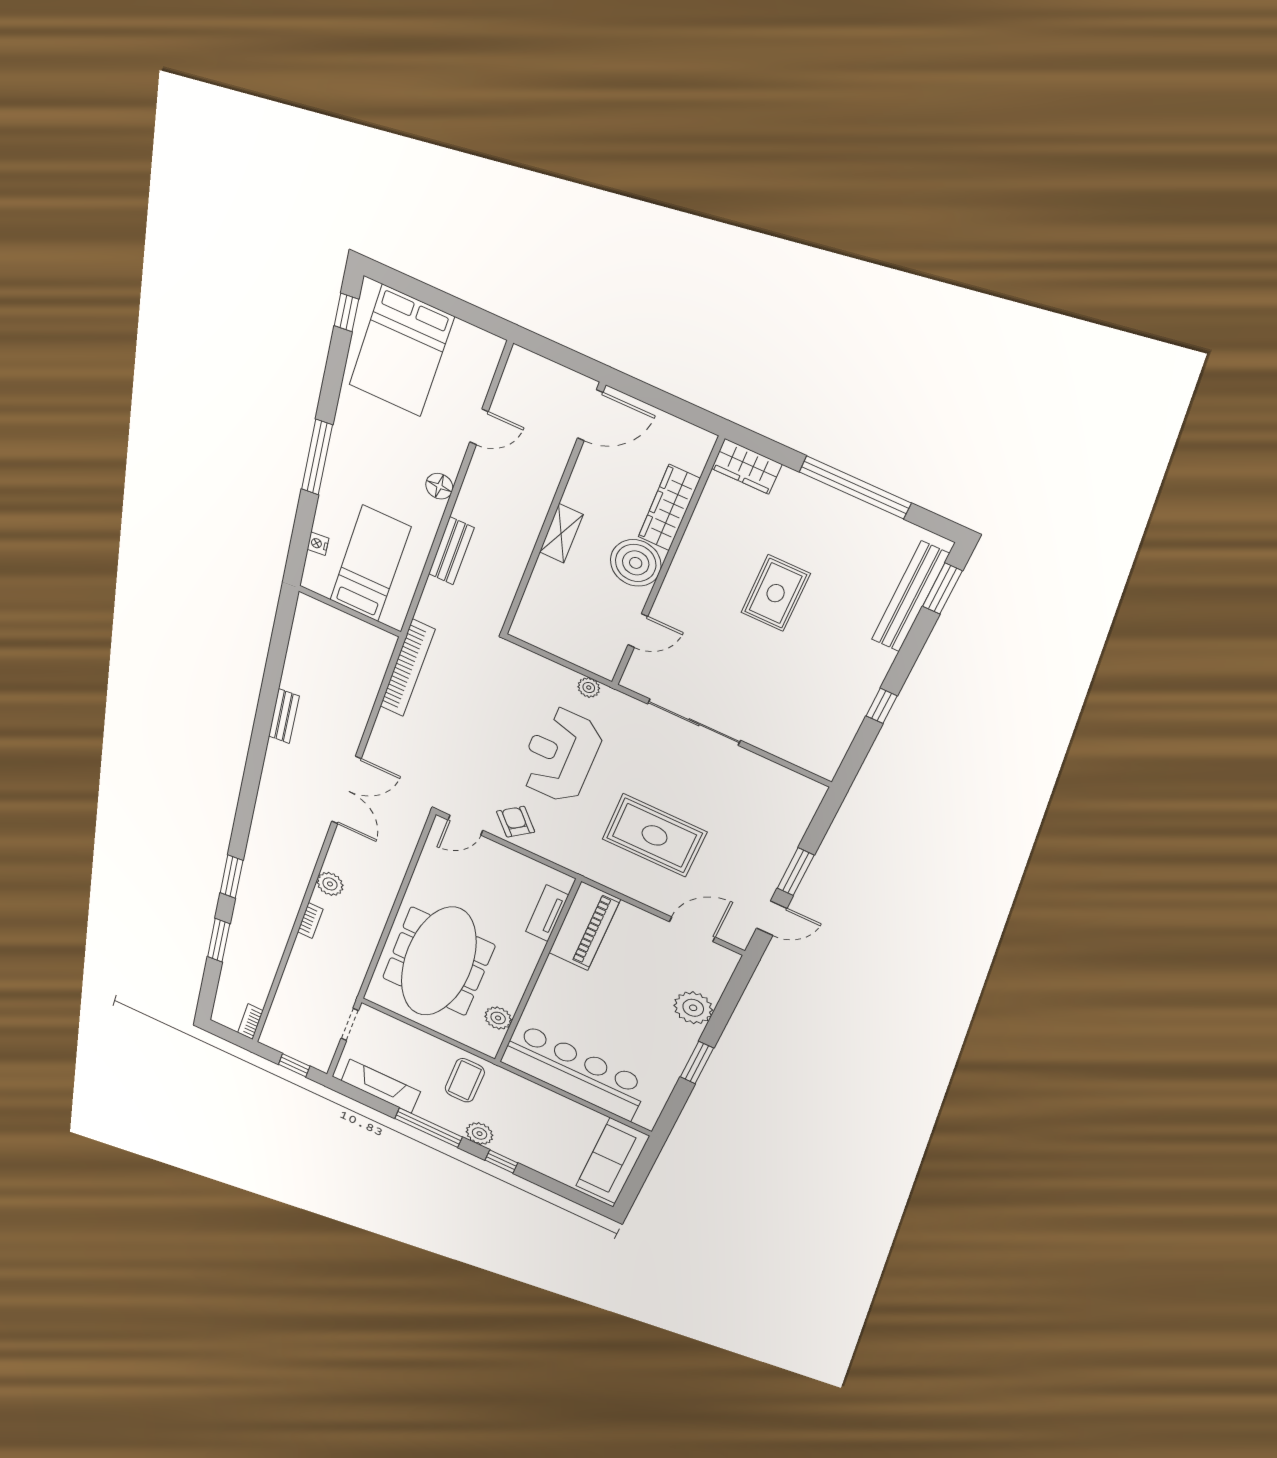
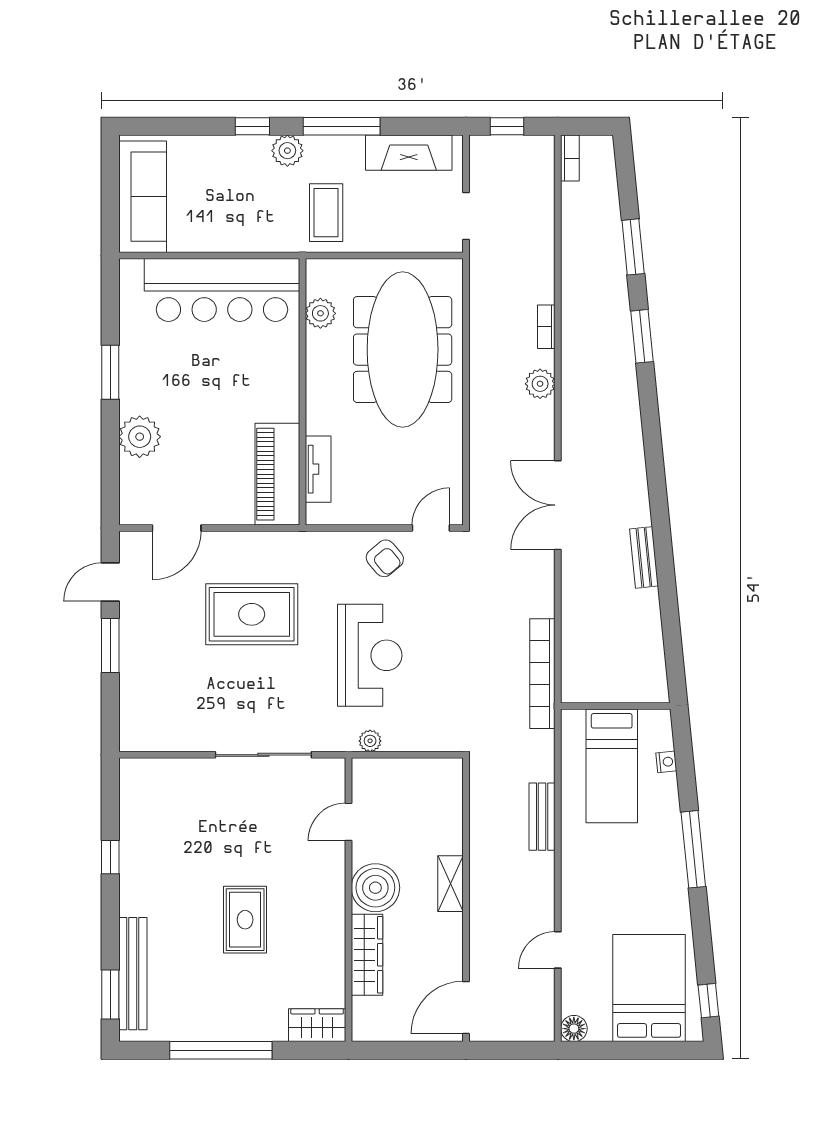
floor lamp: (439, 486) -> (574, 1029), moved

